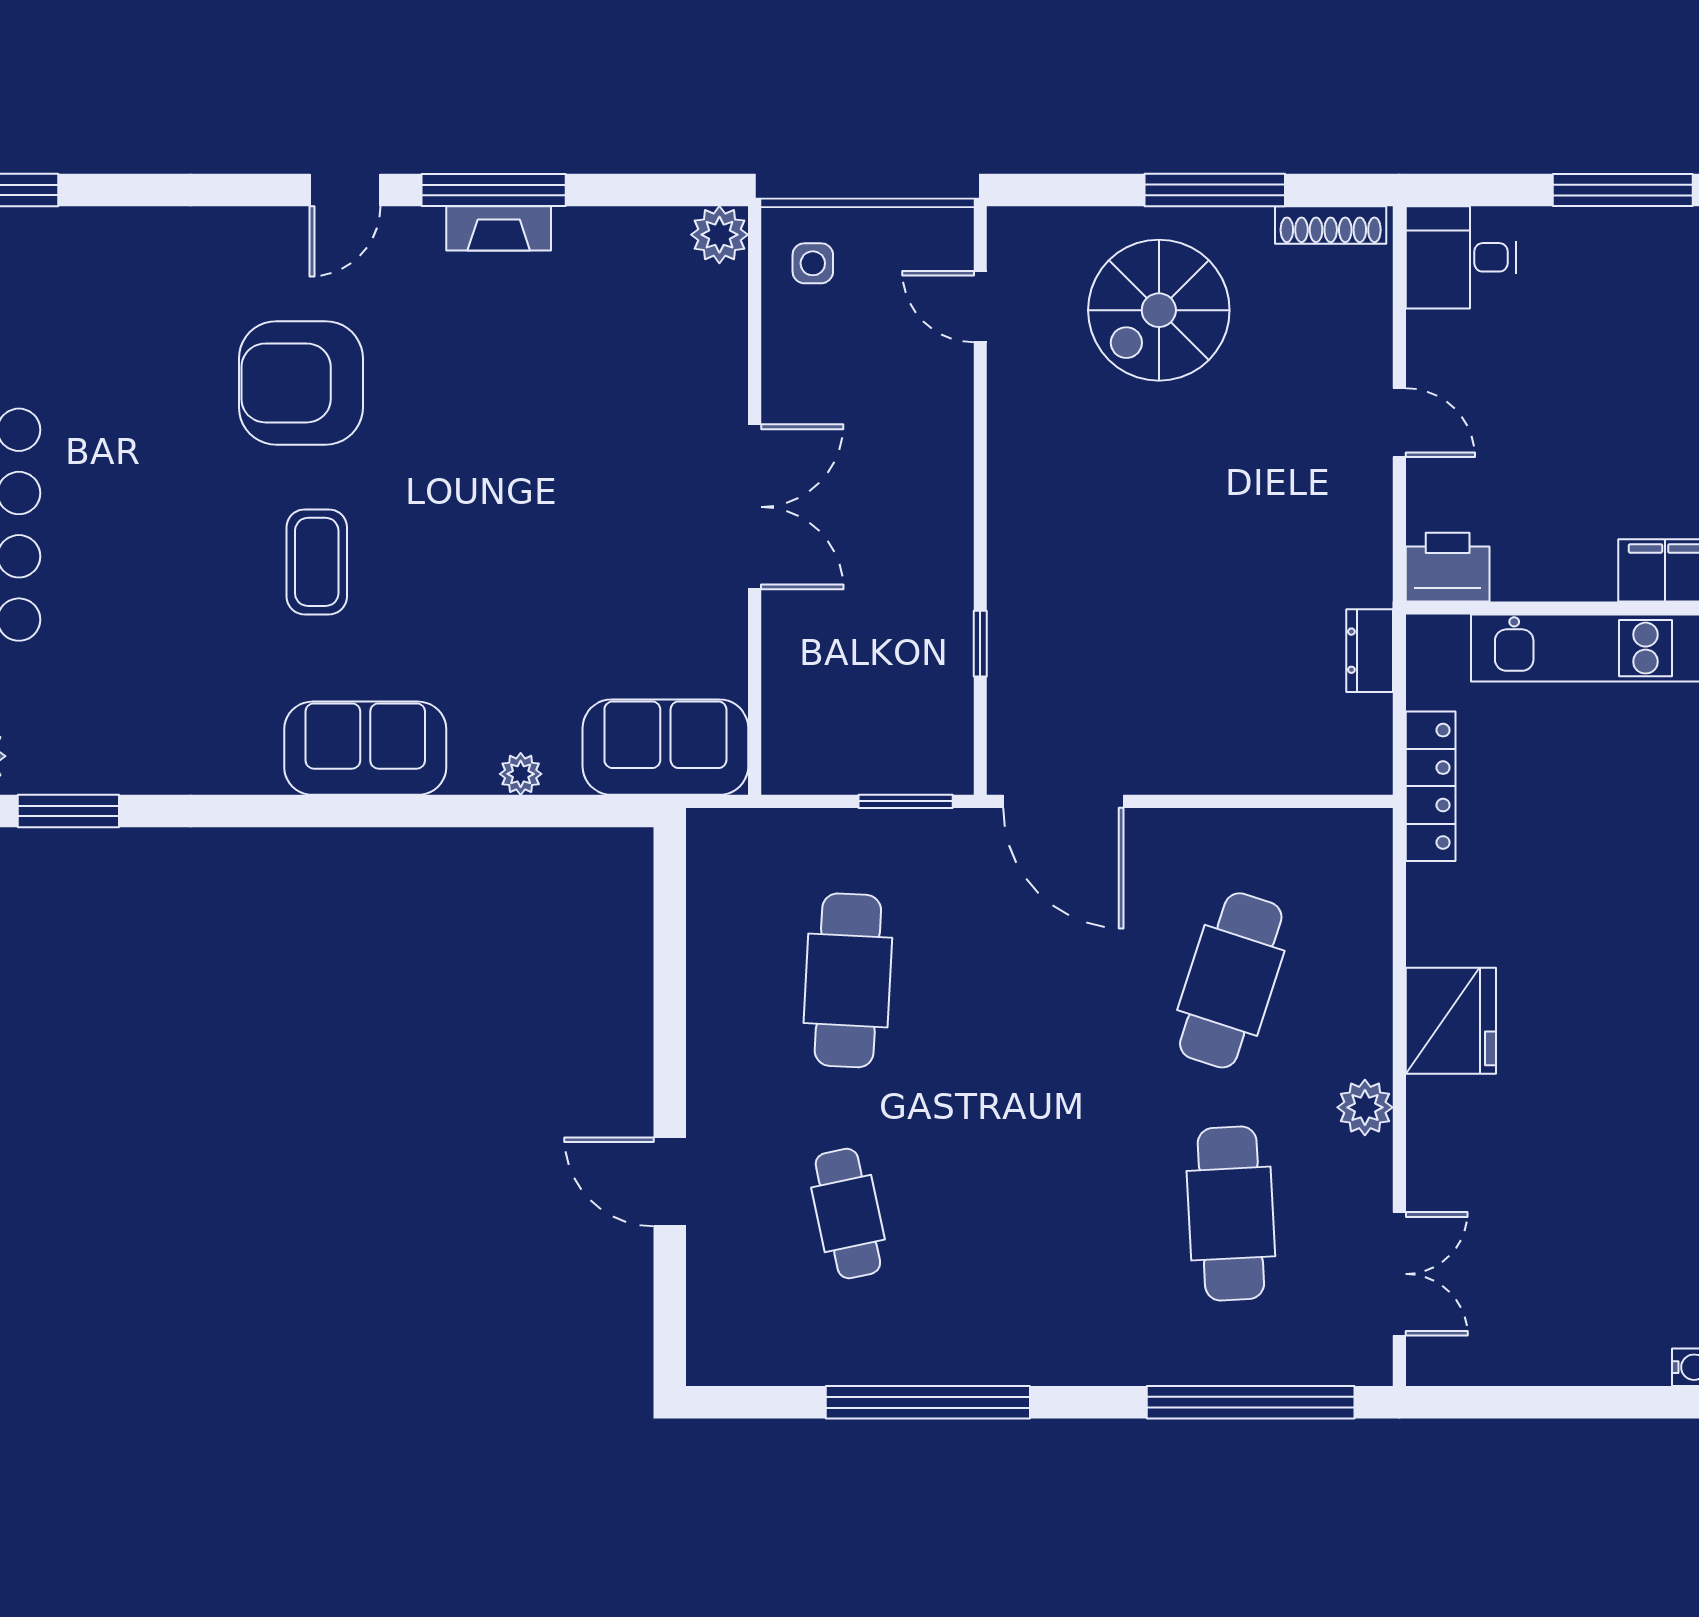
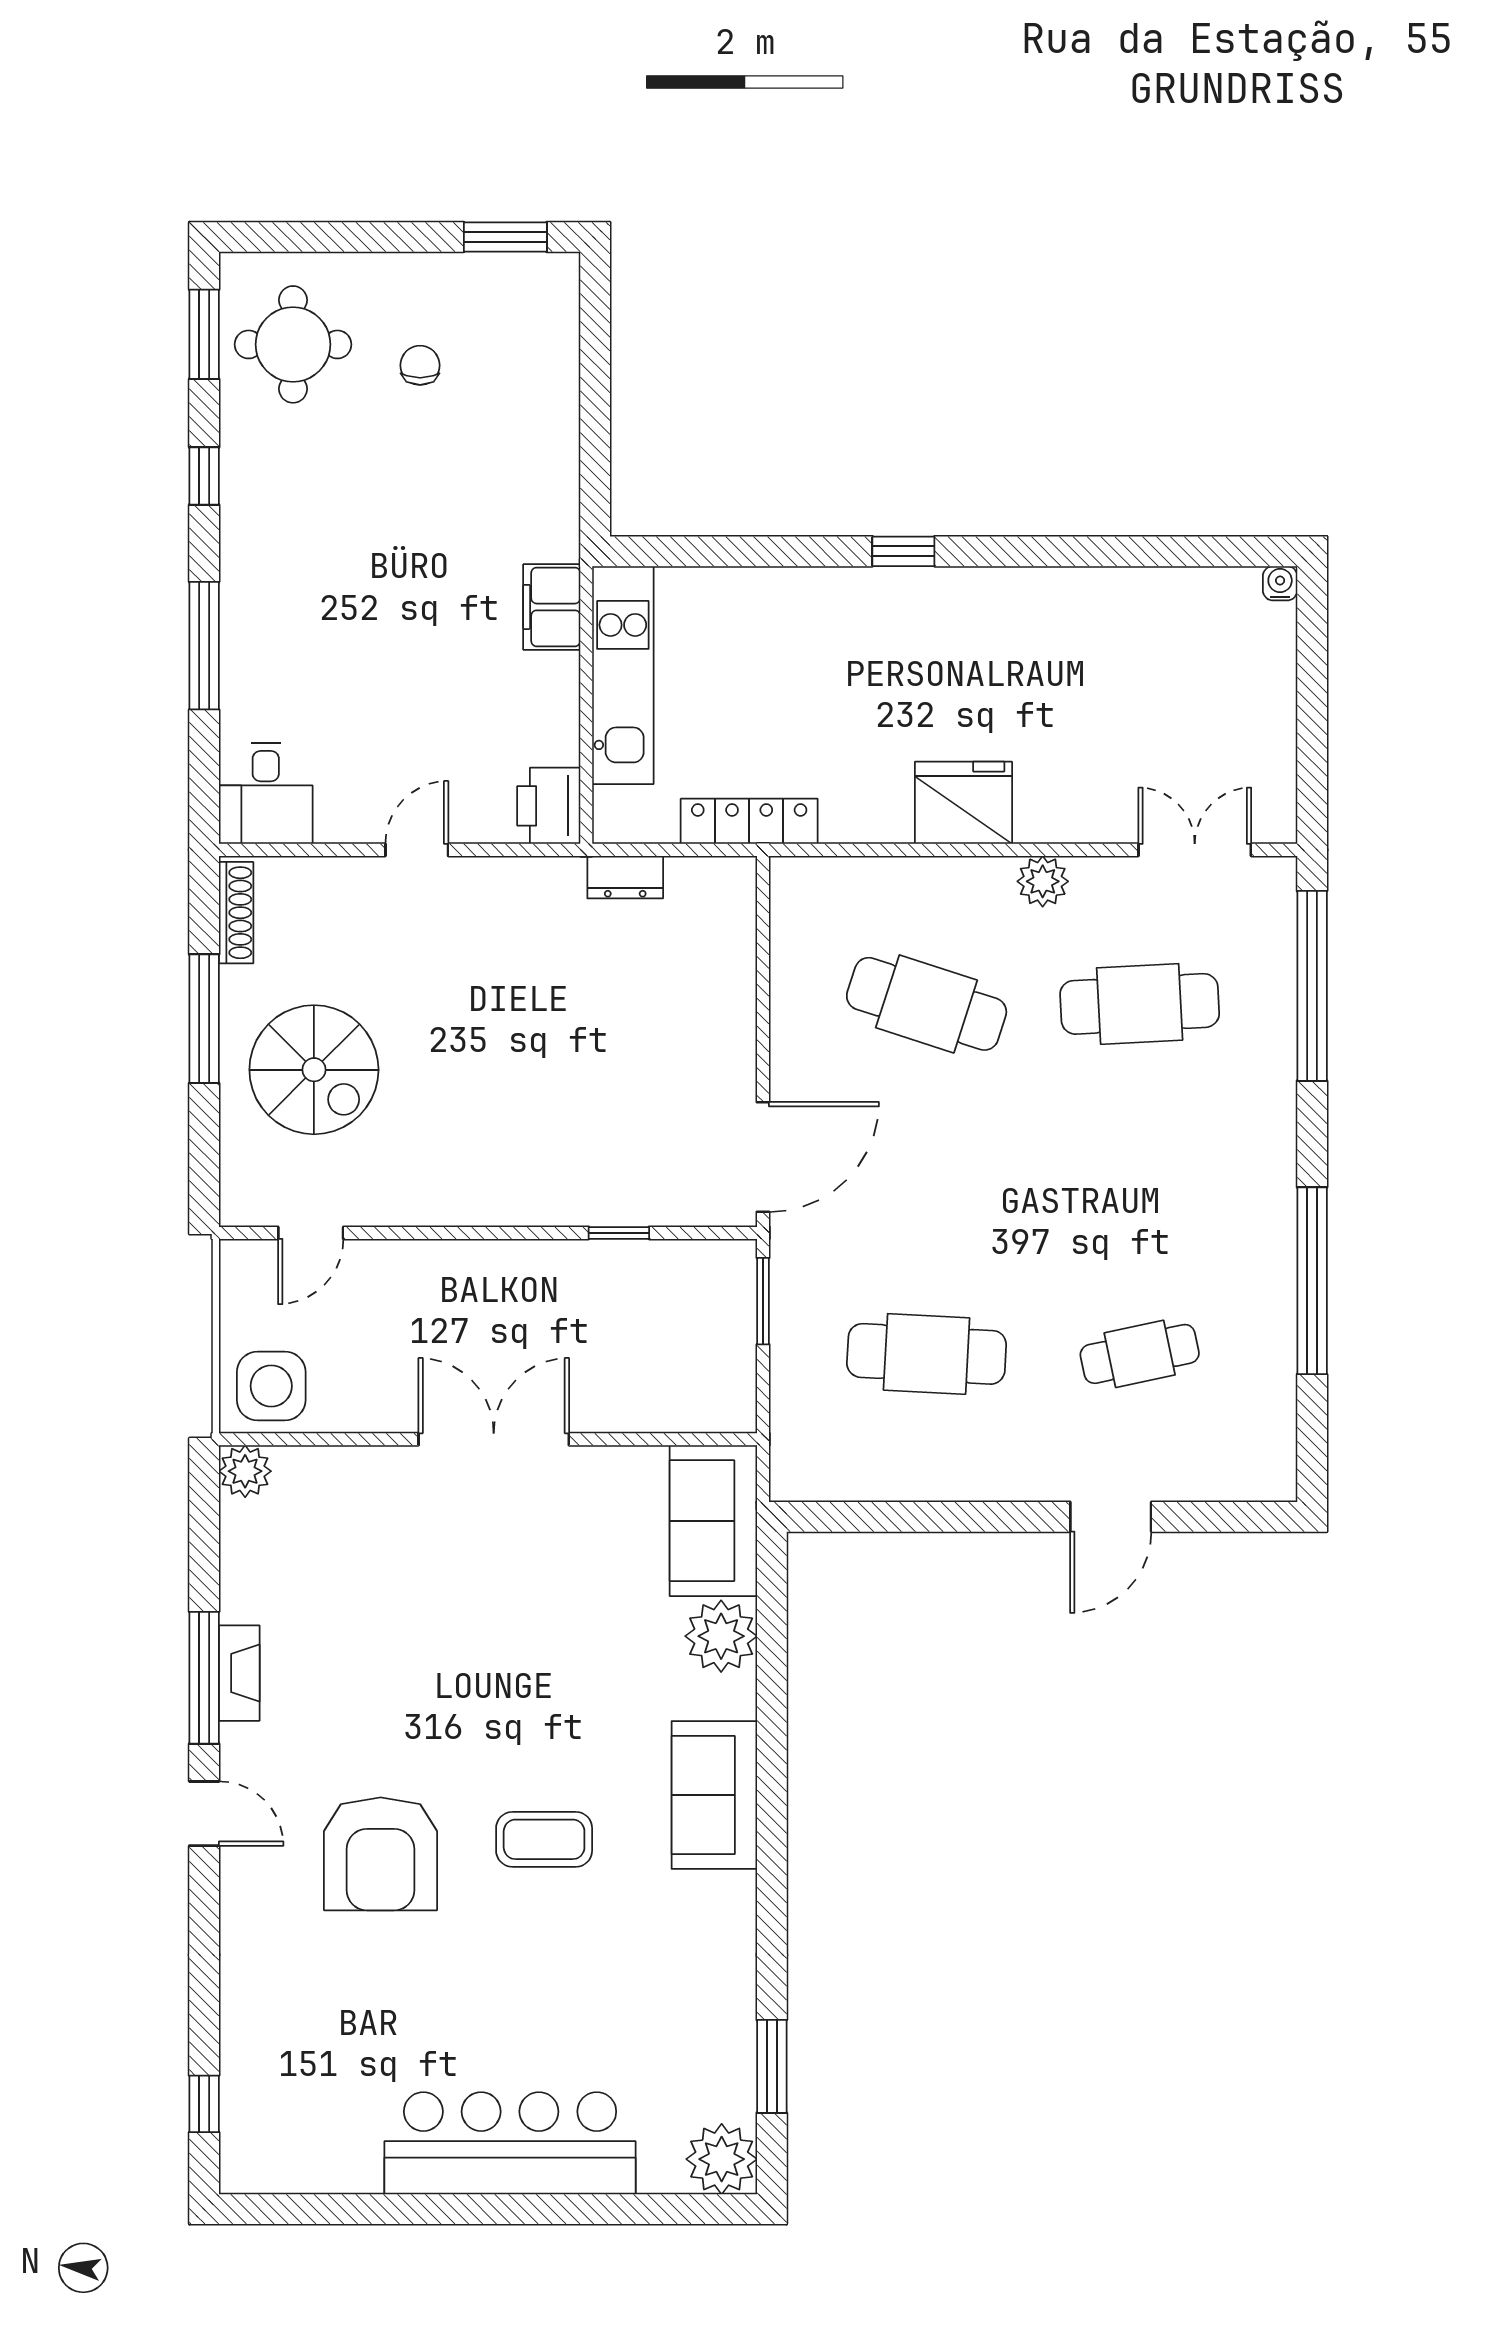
side table: (813, 263) -> (271, 1386), width x1.87, depth x1.87
plant: (521, 774) -> (721, 1636), width x1.87, depth x1.87

